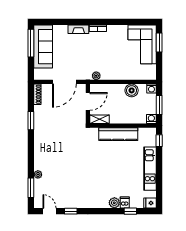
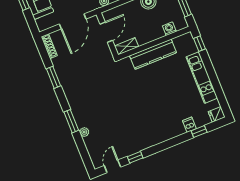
washing machine: (151, 119) -> (169, 29), moved
window: (31, 188) -> (71, 121), moved
plant: (114, 203) -> (178, 129), removed
door: (50, 211) -> (112, 166), hinge flipped

